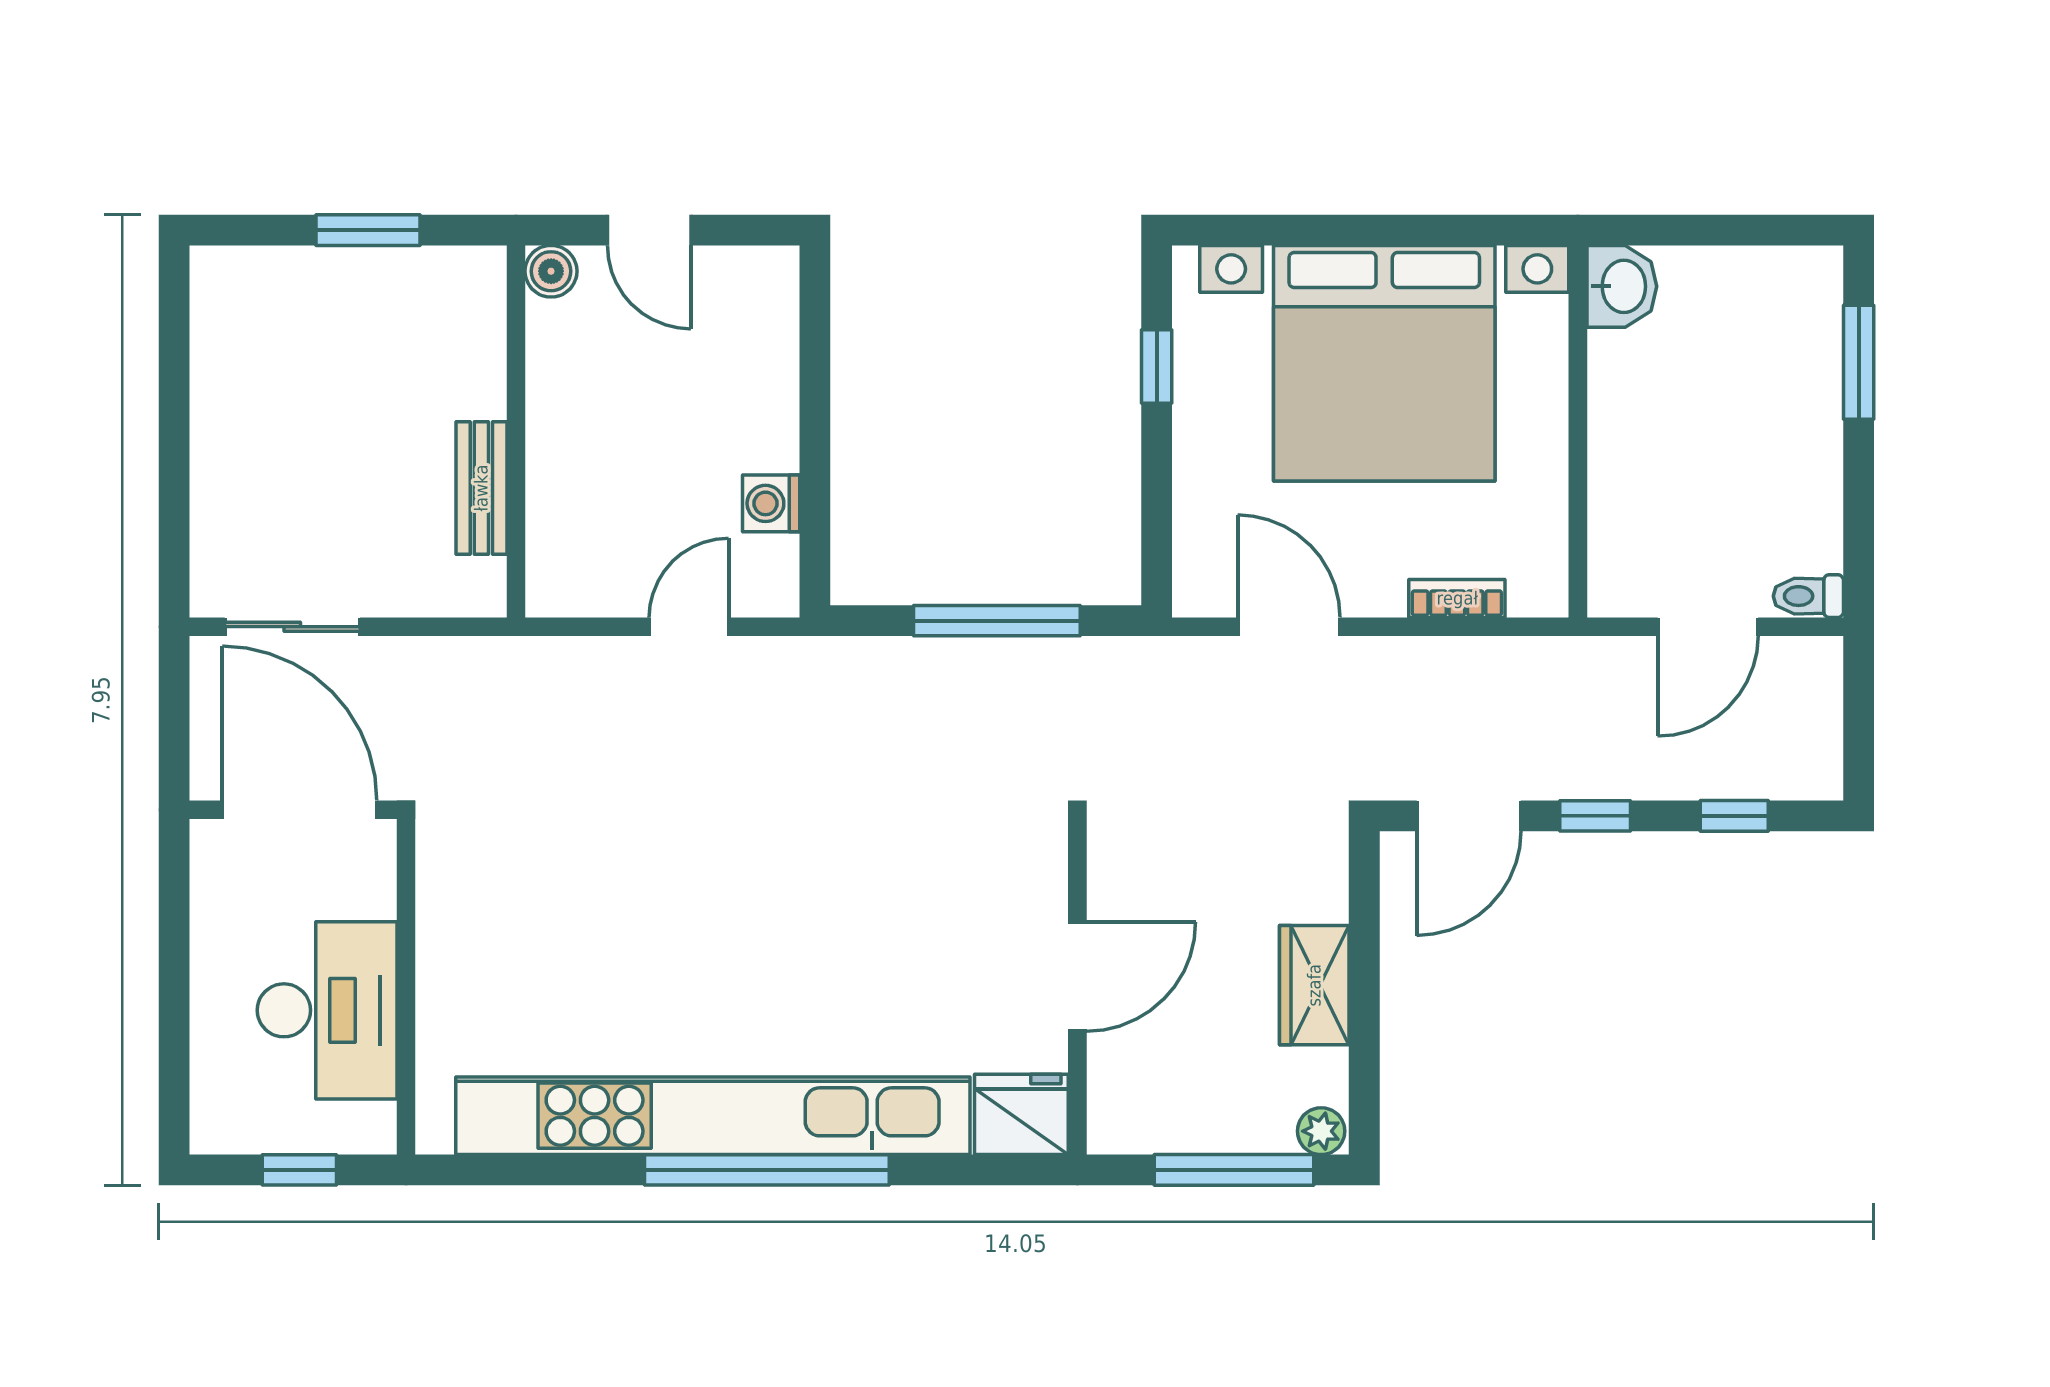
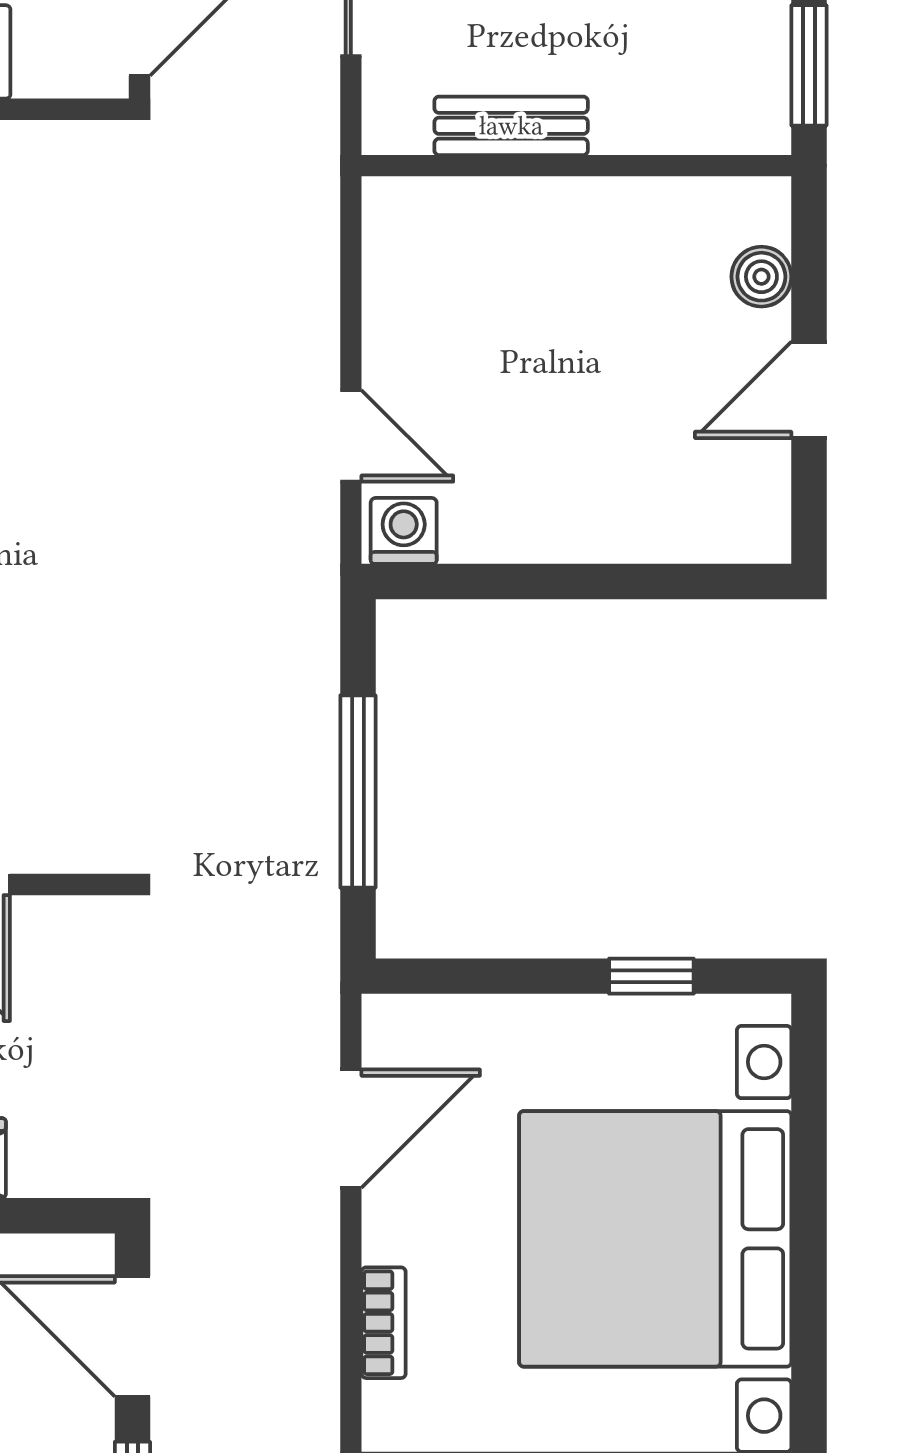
wall: (516, 431) -> (576, 166), moved
bench: (481, 488) -> (511, 126), moved
washing machine: (771, 503) -> (404, 531), moved

